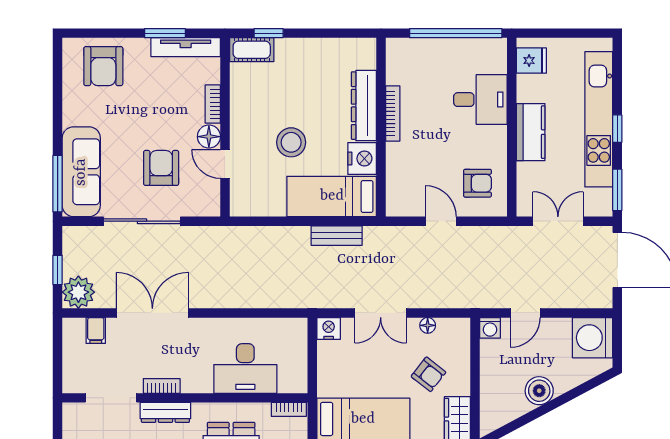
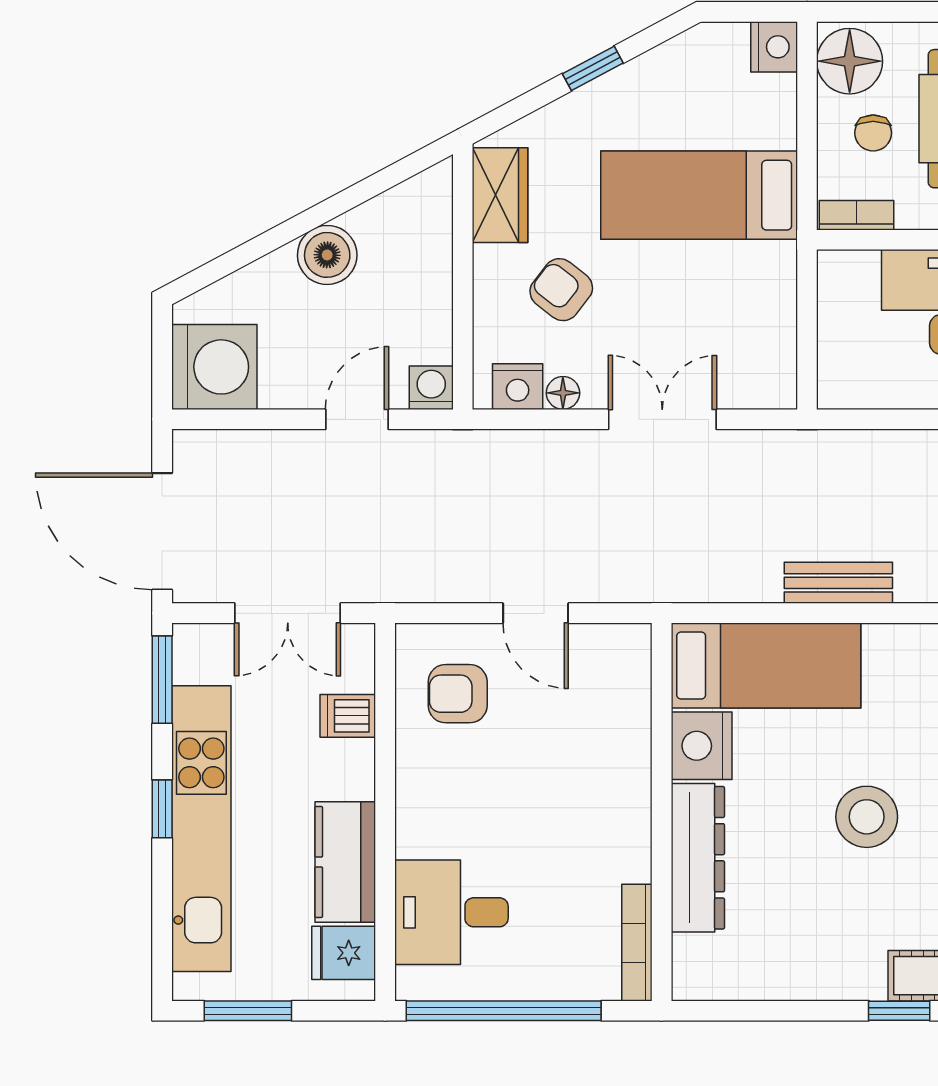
window: (577, 33) -> (248, 1011), added
desk: (480, 100) -> (451, 912), moved
bookcase: (393, 113) -> (637, 943), moved
kitchen counter: (531, 132) -> (345, 862), moved
stool: (291, 142) -> (867, 817), moved
dishwasher: (529, 173) -> (348, 716), added
bench: (337, 236) -> (838, 583), moved
nightstand: (329, 328) -> (518, 387), moved

